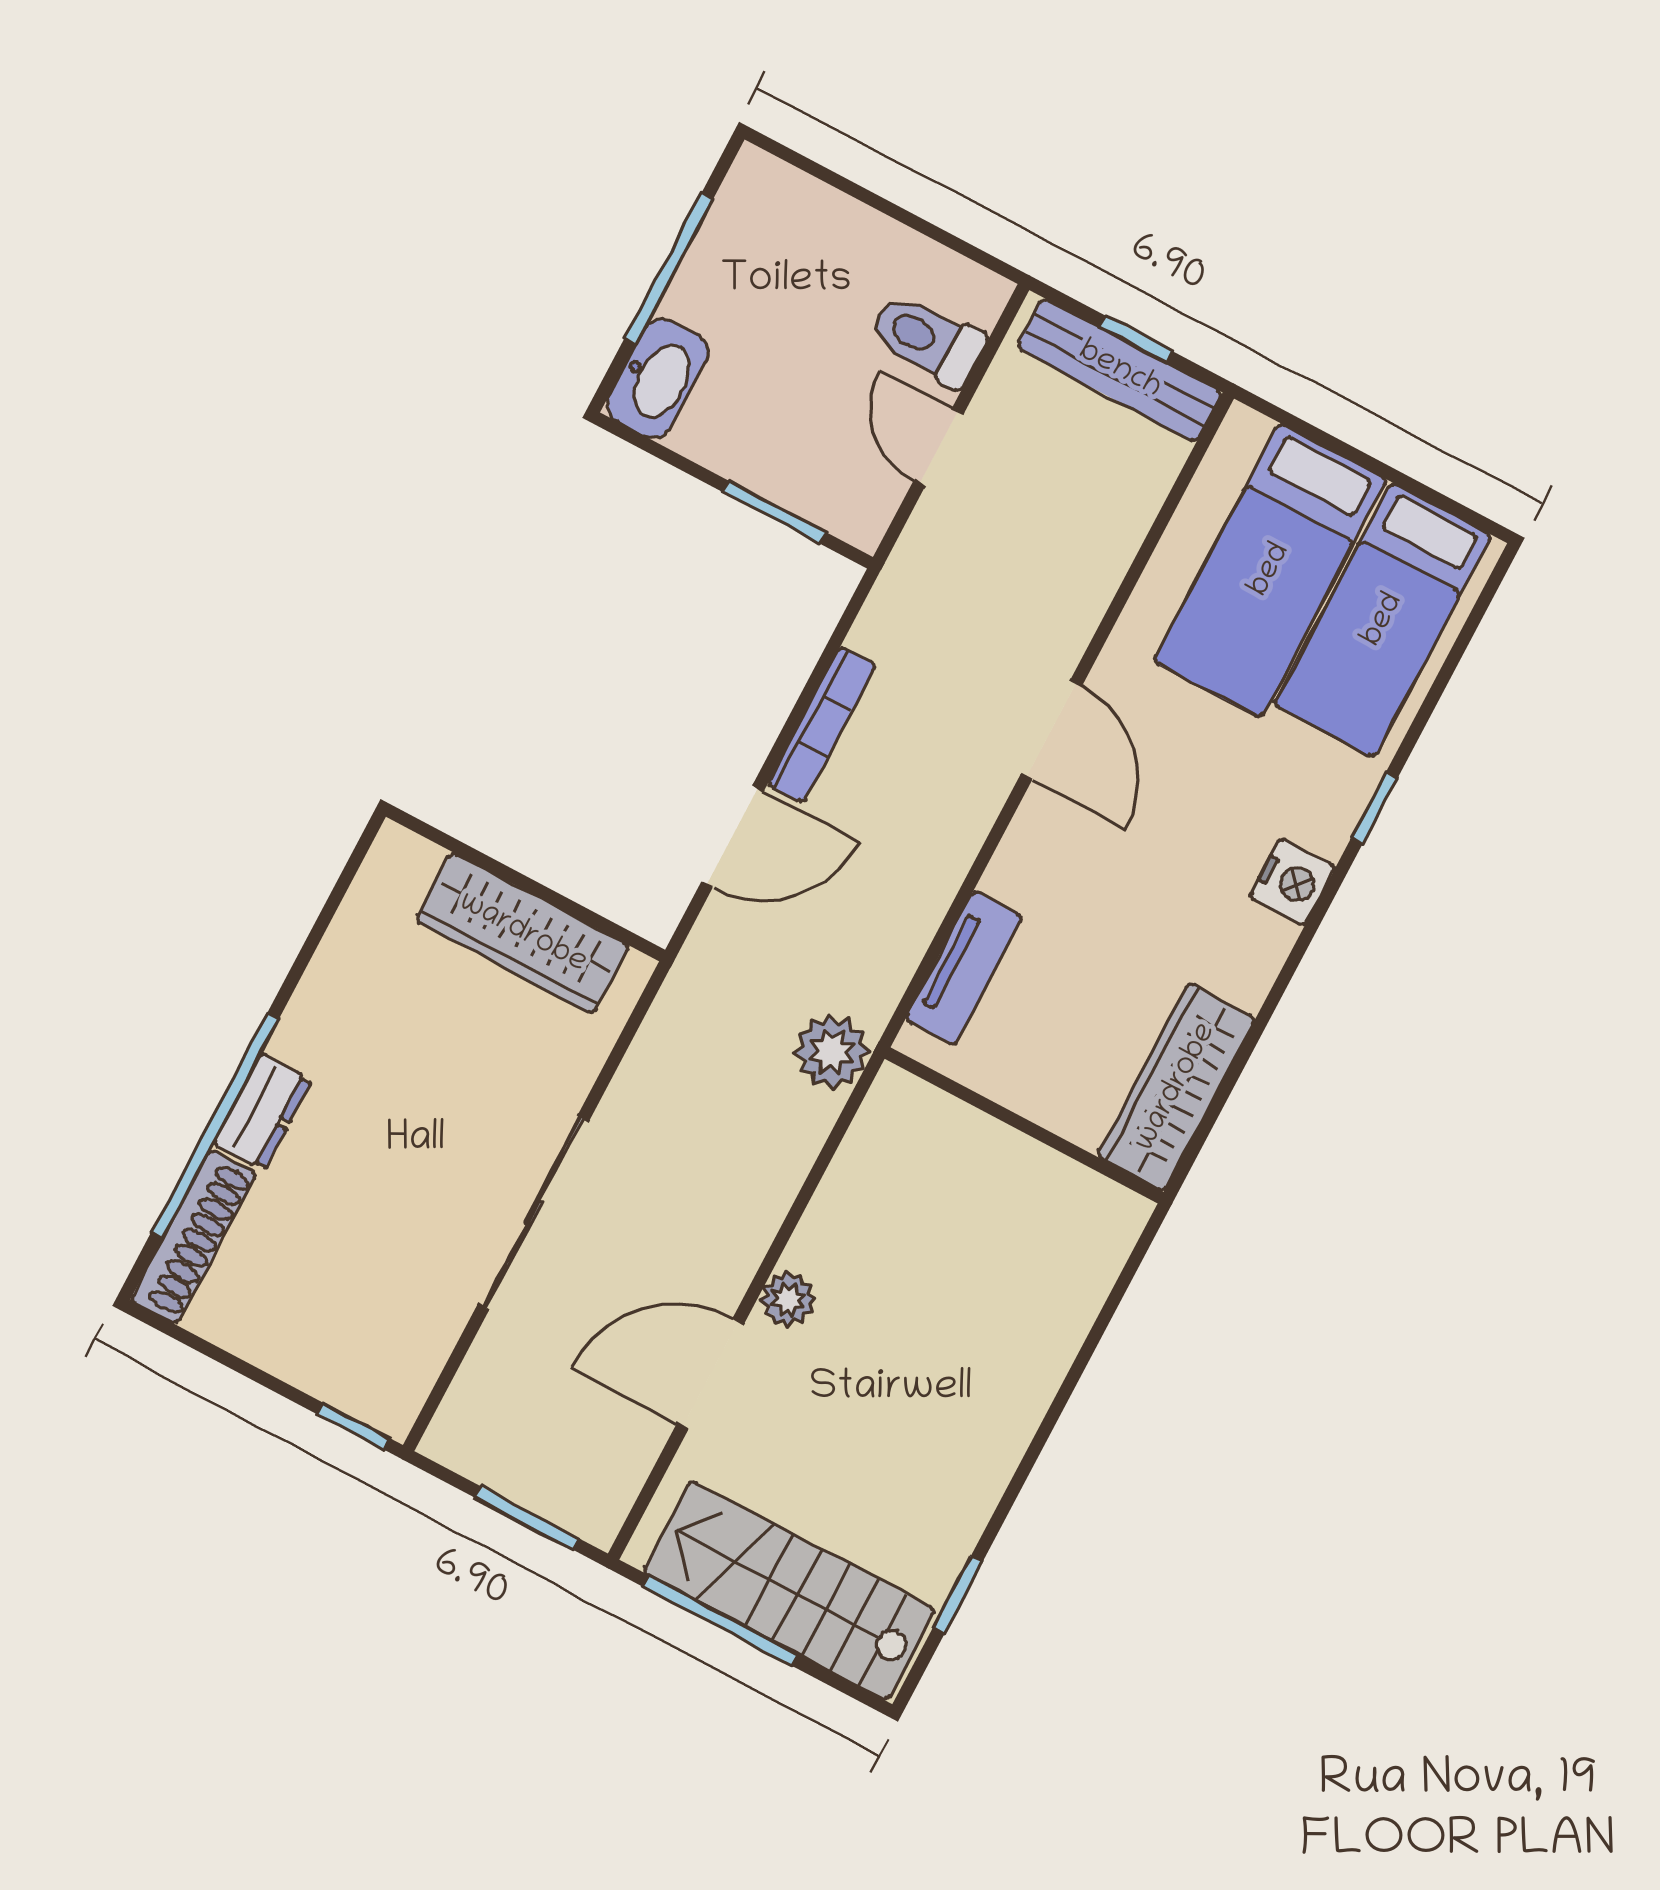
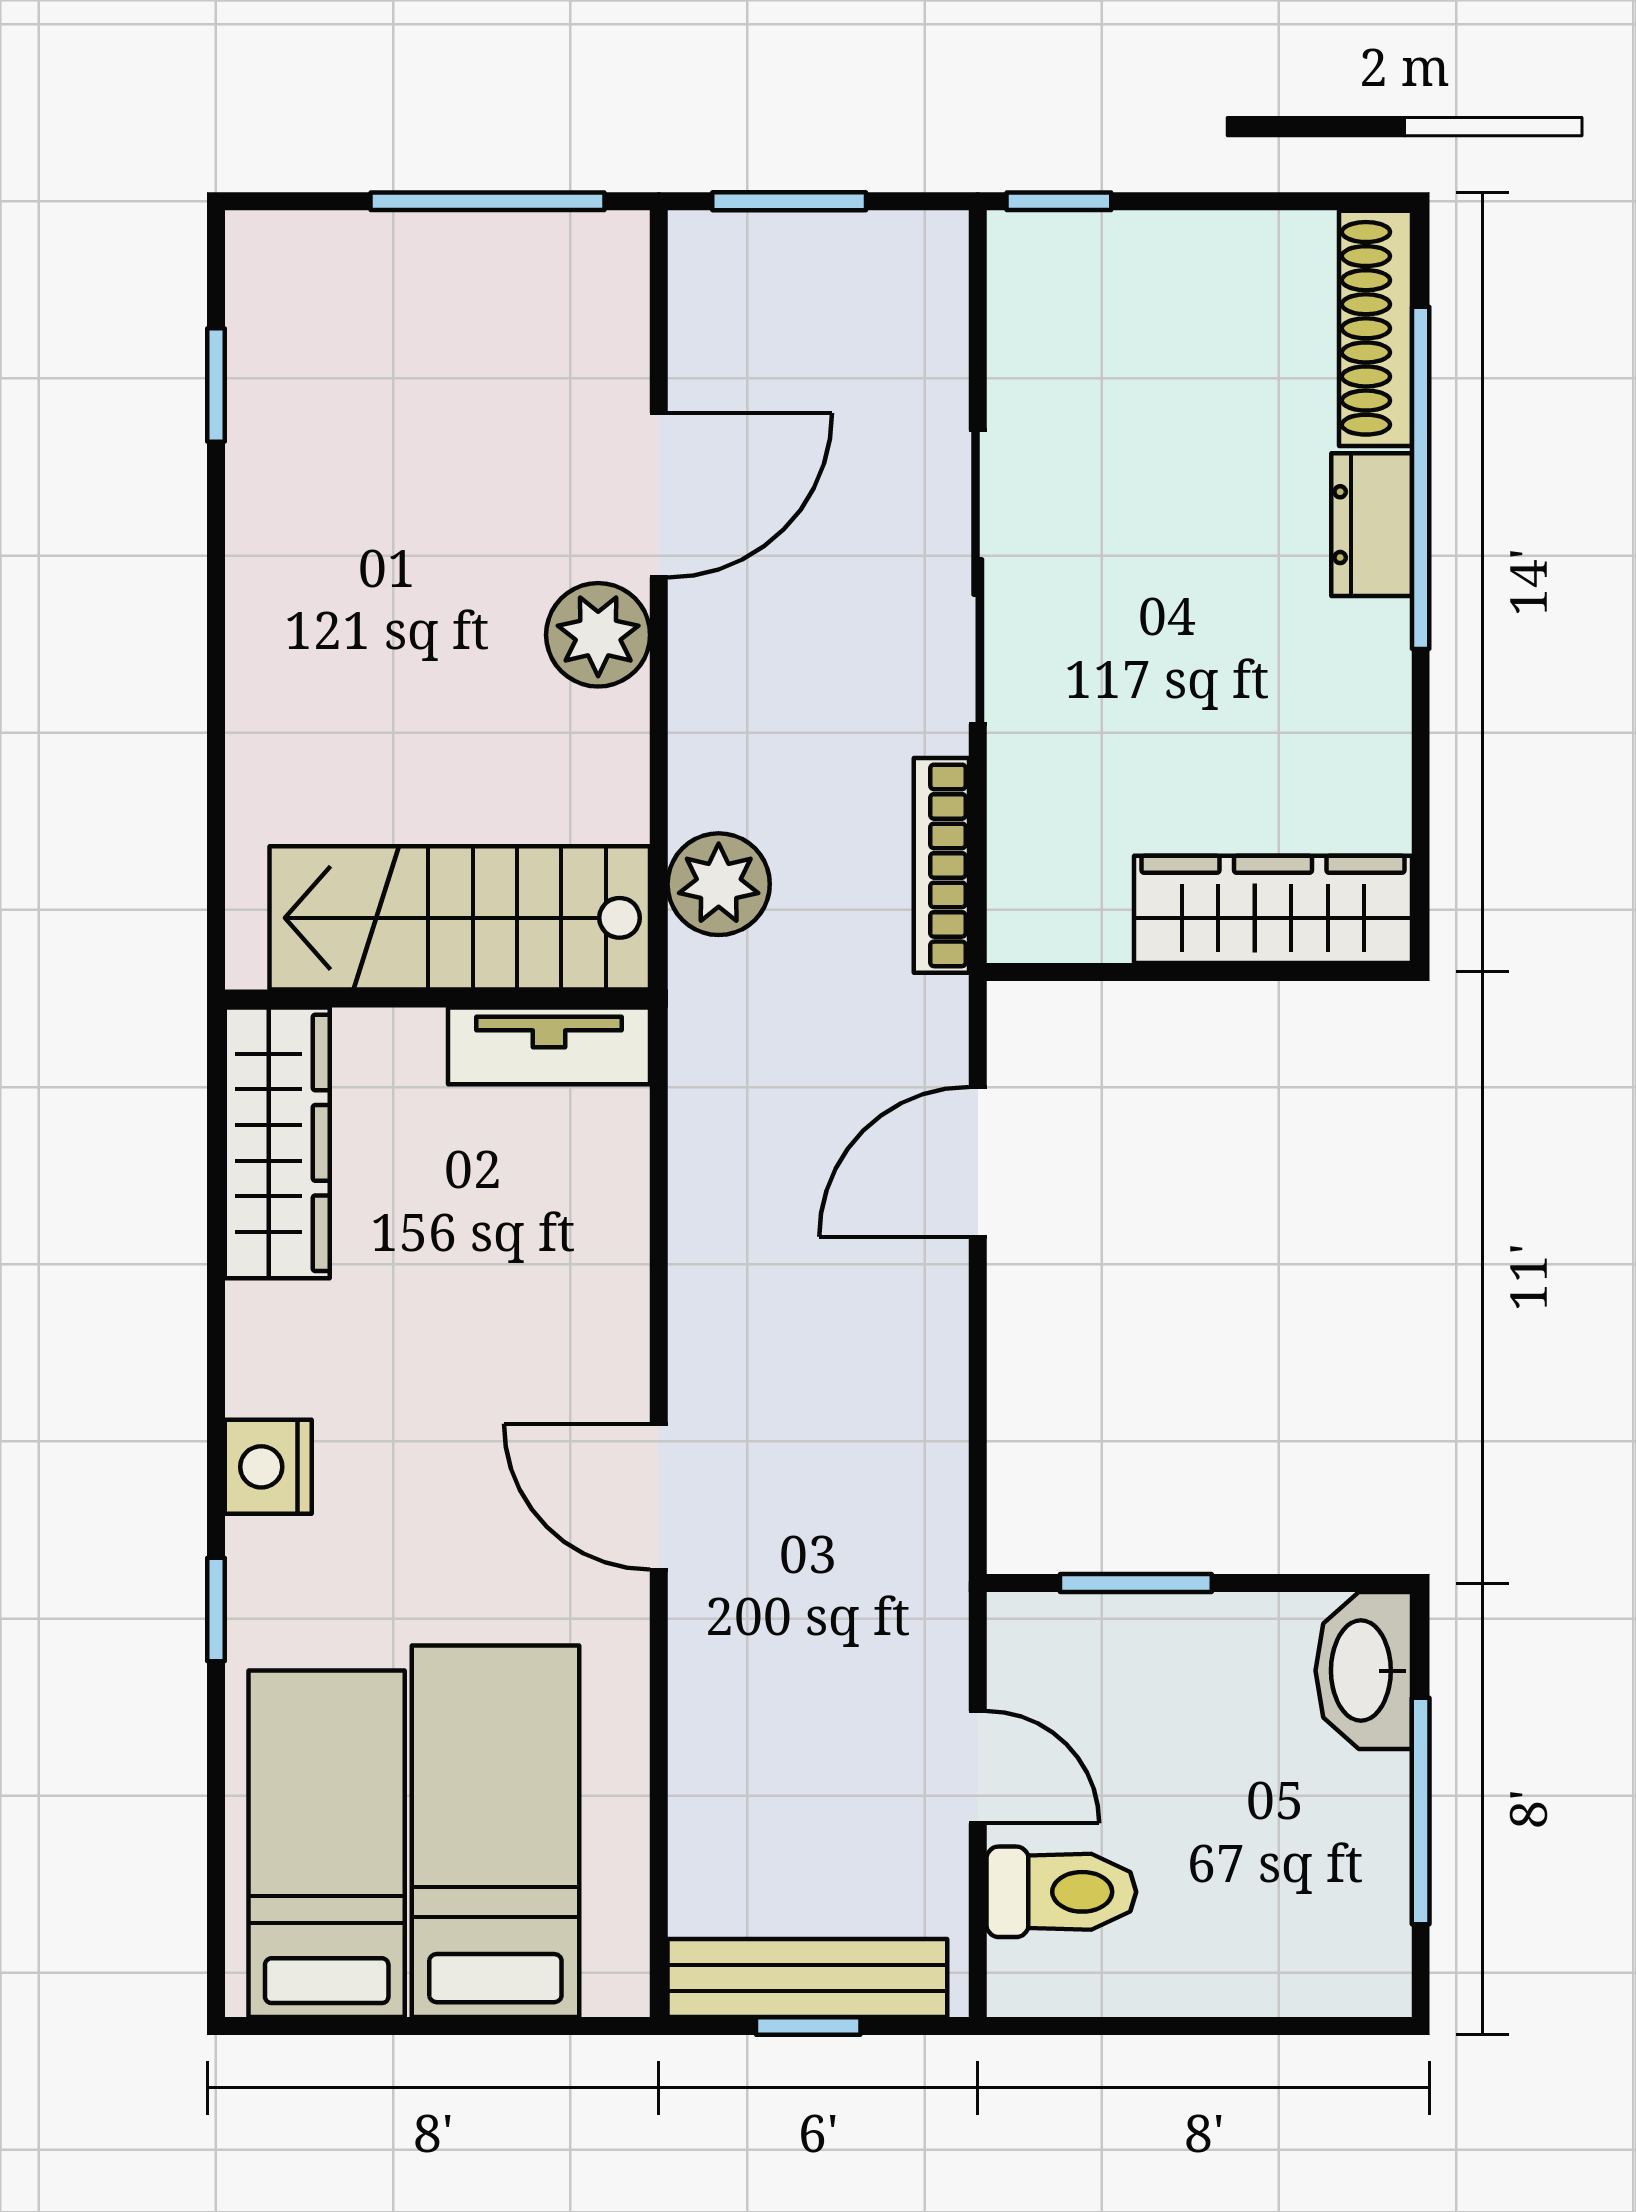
bookcase: (822, 724) -> (941, 865), moved
wardrobe: (523, 933) -> (1273, 909), moved
tv unit: (964, 968) -> (549, 1046), moved, turned -90
plant: (832, 1052) -> (719, 884), moved
plant: (788, 1300) -> (598, 635), width x1.38, depth x1.38
stairs: (789, 1590) -> (460, 918), moved, turned 180

